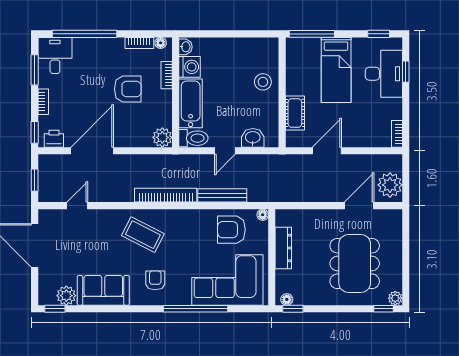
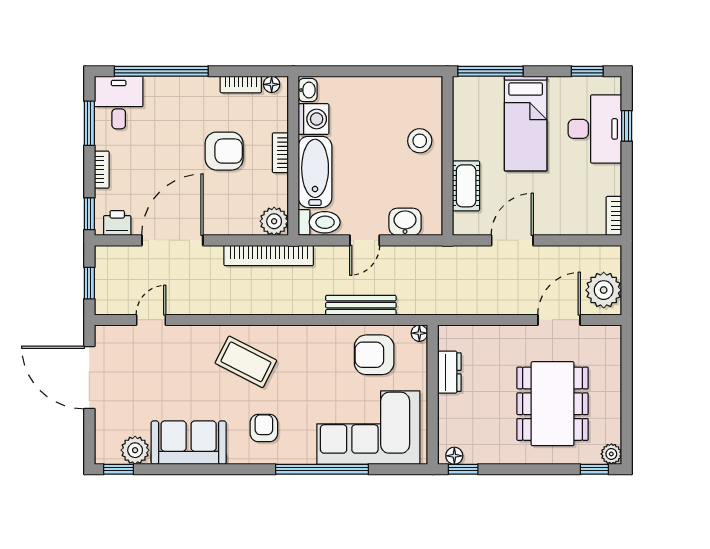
bookcase: (167, 75) -> (280, 153), moved
bookcase: (166, 195) -> (269, 256), moved, turned 180
dresser: (283, 248) -> (449, 372), width x0.70

